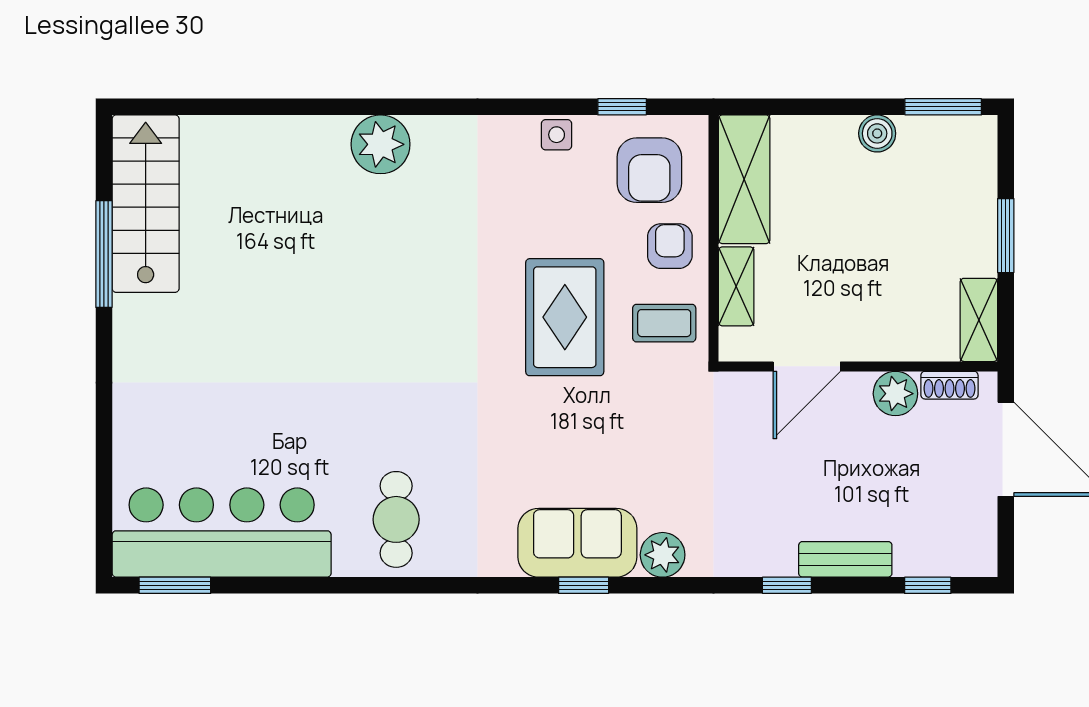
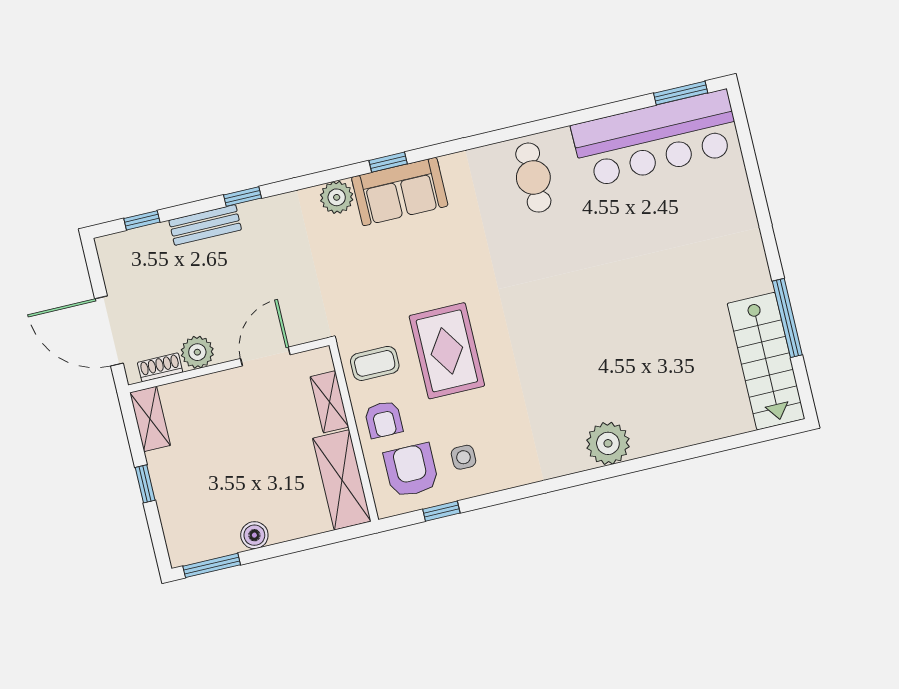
side table: (557, 135) -> (463, 457), moved
window: (1006, 236) -> (145, 484), width x0.67

